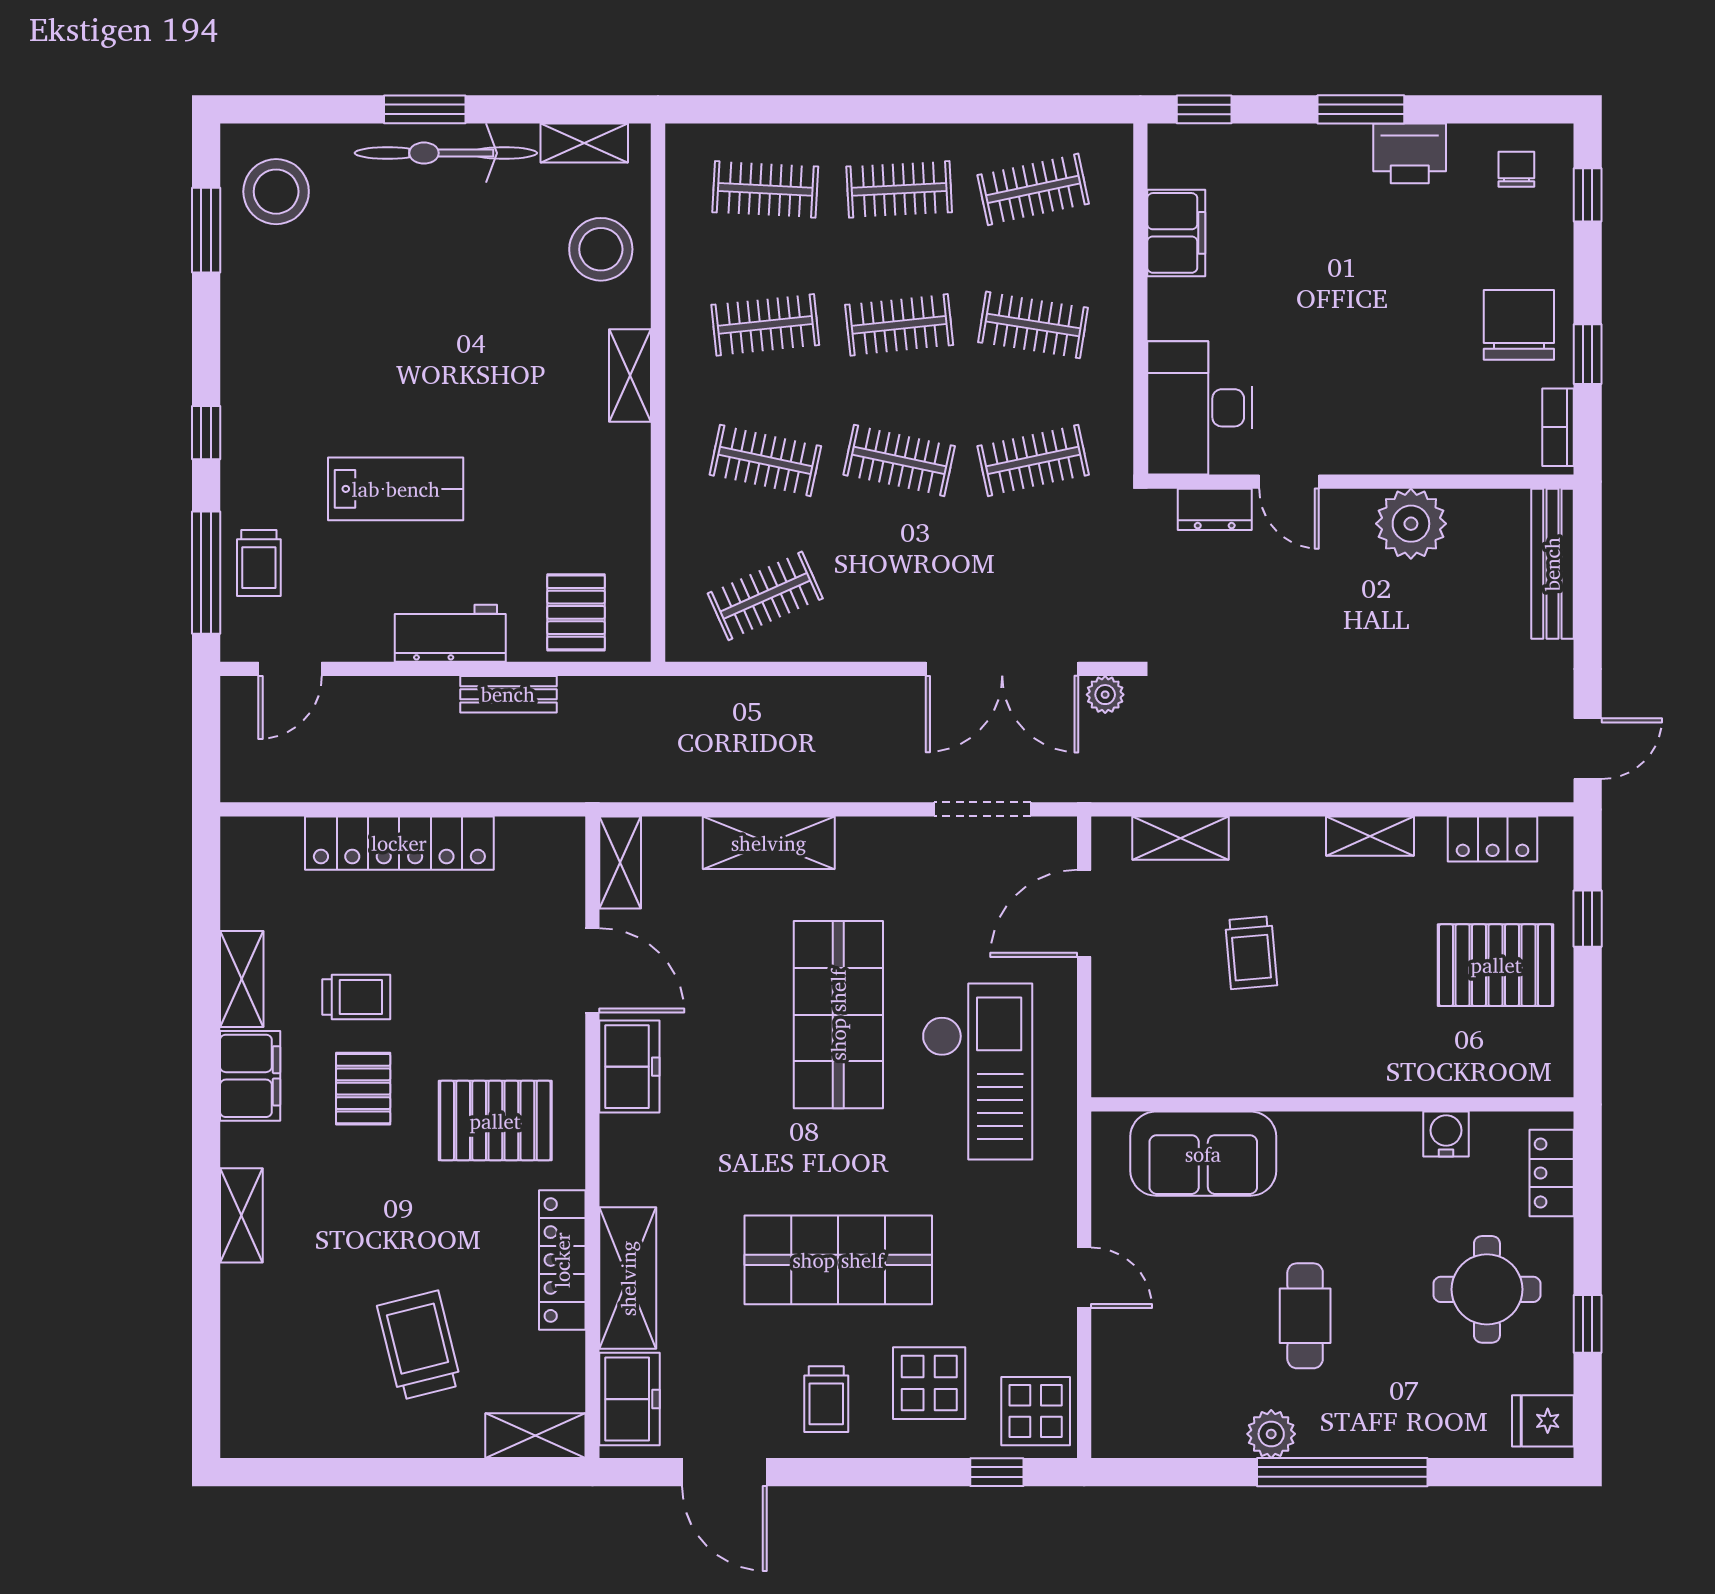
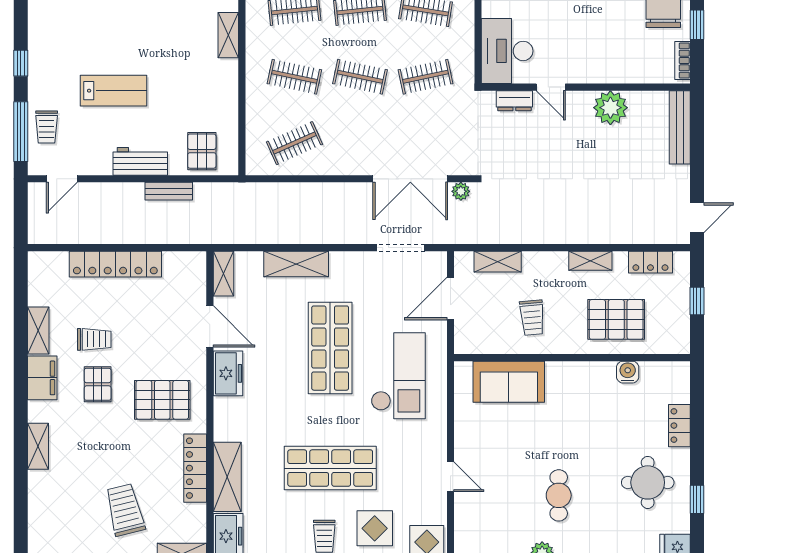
pallet: (1496, 965) -> (616, 319), moved
wall: (1332, 1104) -> (572, 358), moved
water cooler: (1446, 1134) -> (628, 372), moved
sofa: (1203, 1154) -> (509, 382), moved

